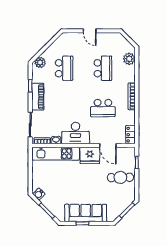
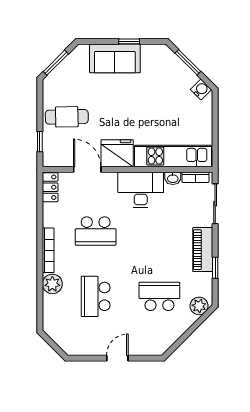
door: (90, 31) -> (117, 358), hinge flipped
plant: (129, 59) -> (52, 284), moved
school desk: (64, 68) -> (159, 296), turned 90
school desk: (103, 108) -> (96, 231), turned 180
sofa: (86, 213) -> (115, 58), width x0.73

